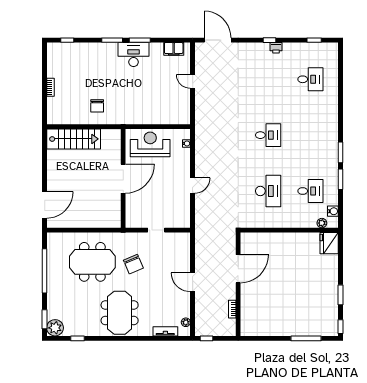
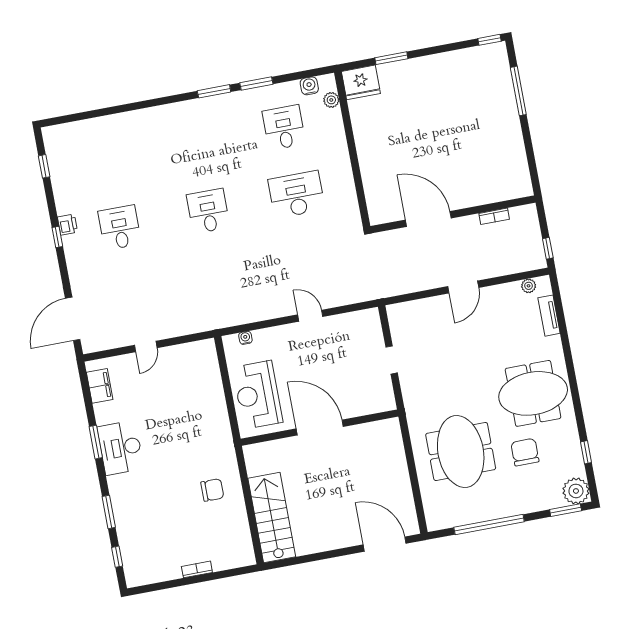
window: (112, 40) -> (109, 512), moved
desk: (310, 79) -> (120, 228), moved
chair: (133, 264) -> (525, 452), moved, turned -67
window: (341, 295) -> (391, 58), moved

